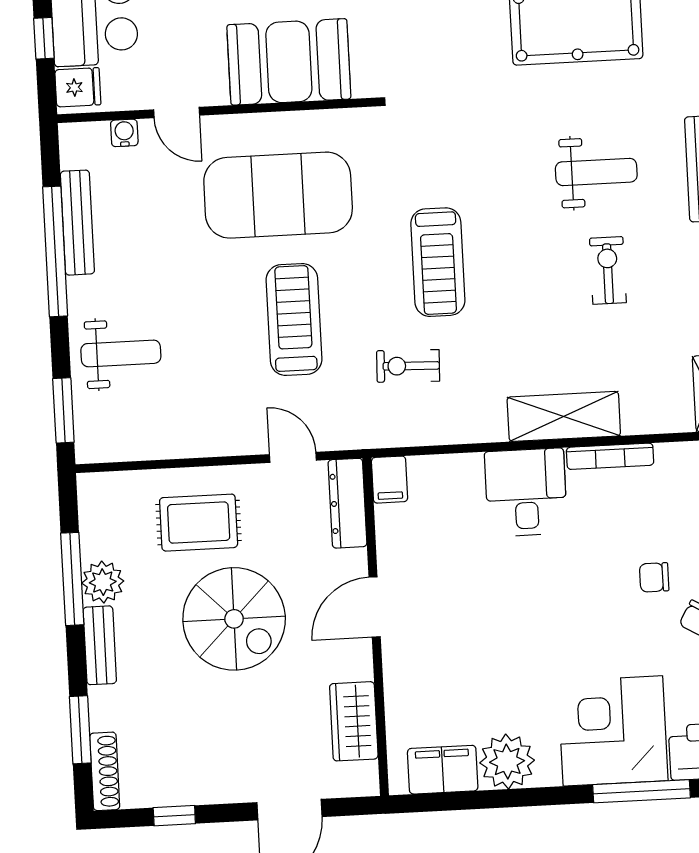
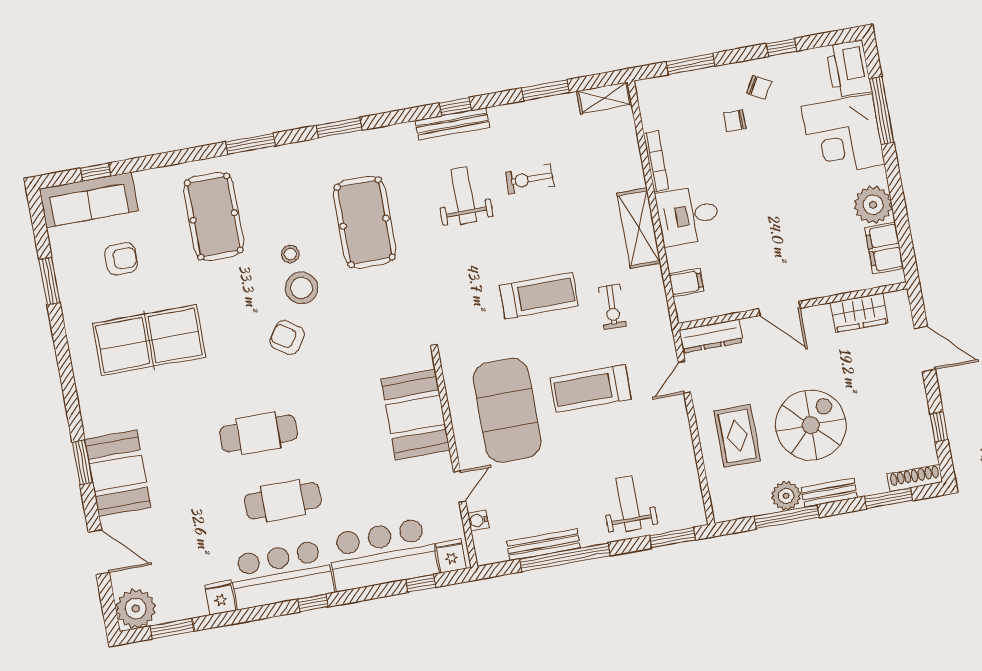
shelving: (564, 416) -> (639, 228), moved
filing cabinet: (390, 480) -> (686, 283), moved
chair: (654, 577) -> (735, 121), turned 90
spiral stairs: (234, 619) -> (811, 425), moved

